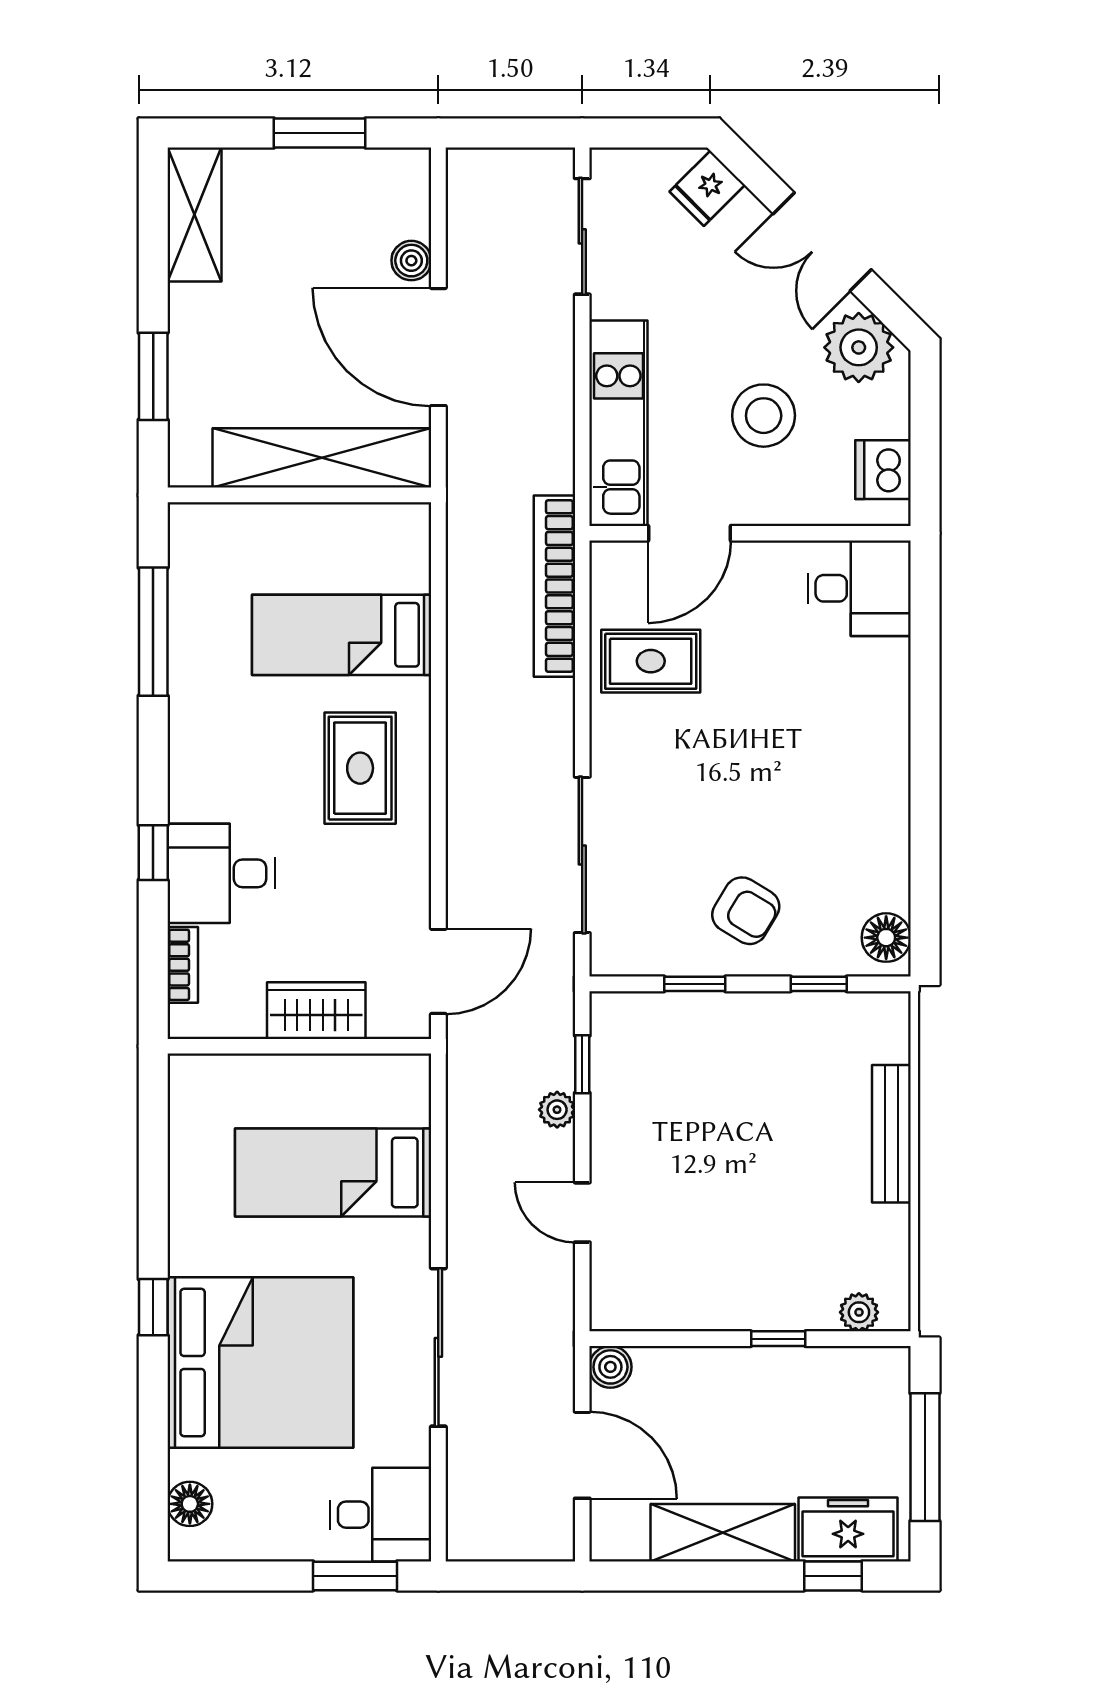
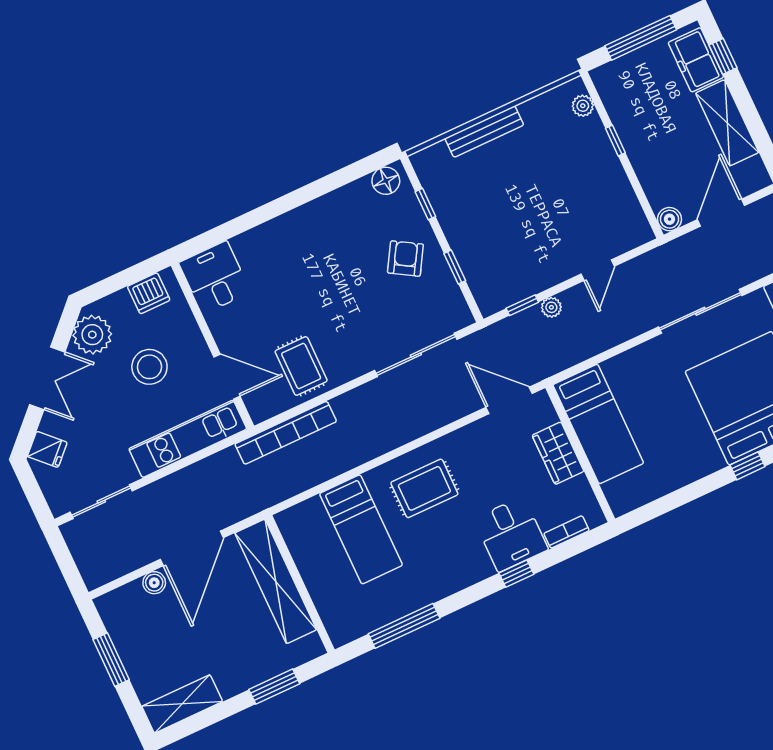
bed: (333, 1173) -> (598, 424), moved

